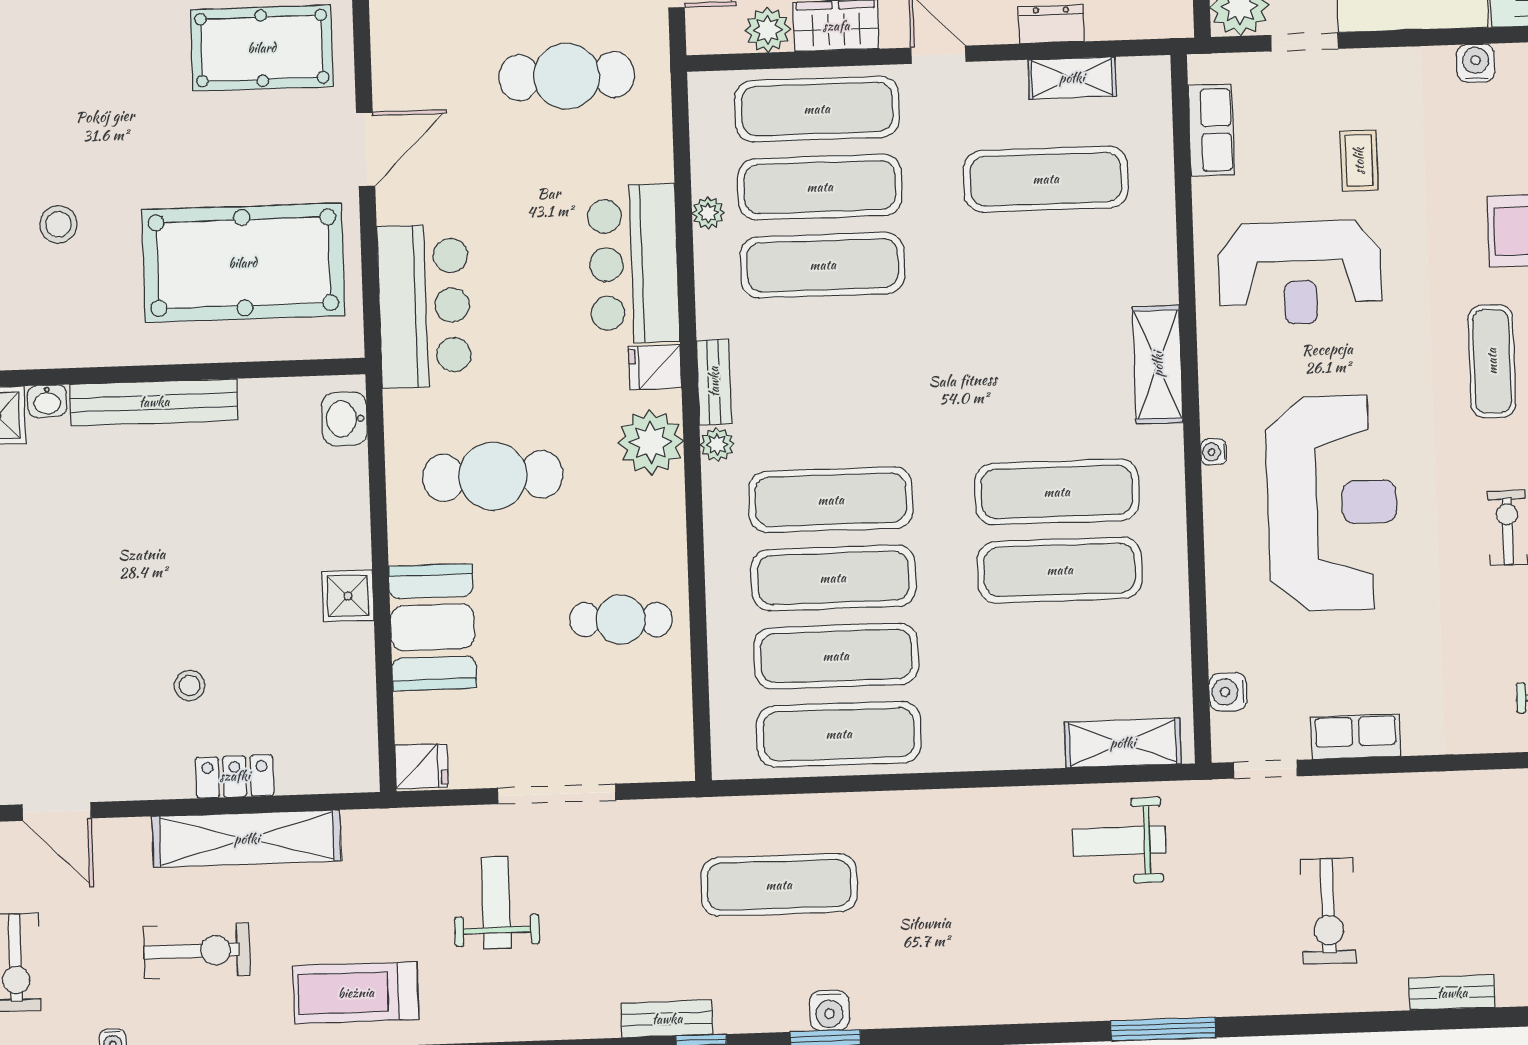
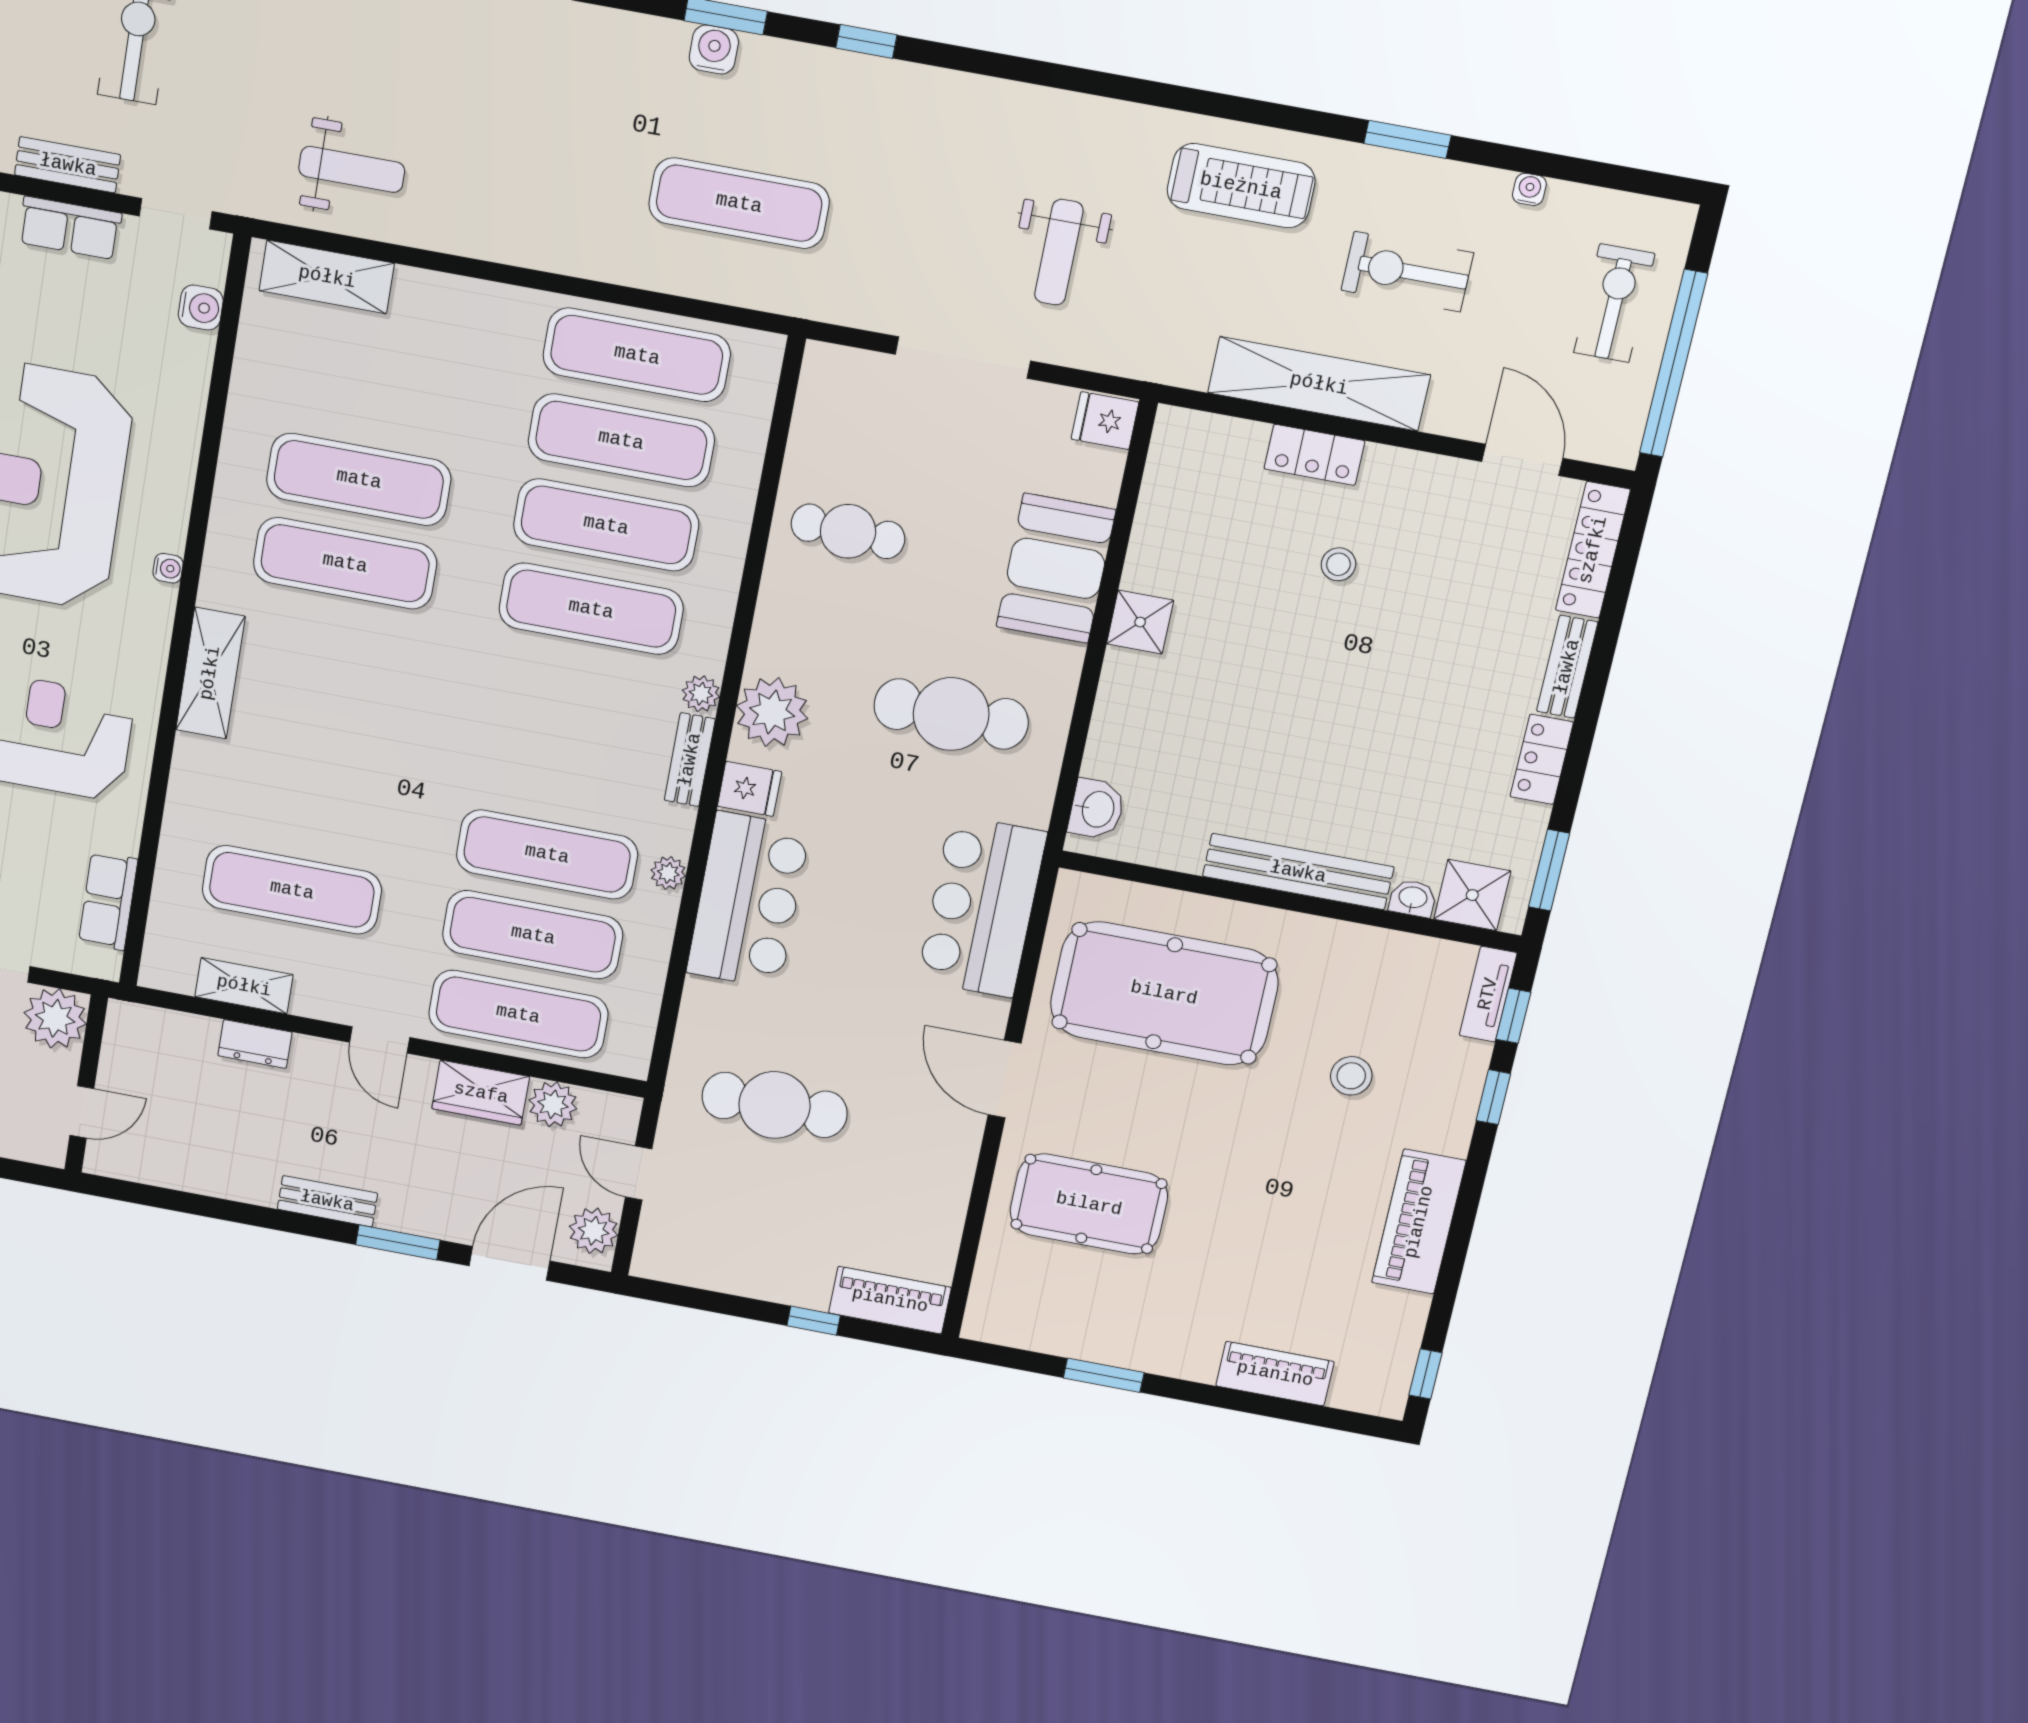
door: (366, 149) -> (1005, 1079), hinge flipped
plant: (708, 213) -> (668, 873), moved
bench: (667, 1019) -> (68, 165), moved

